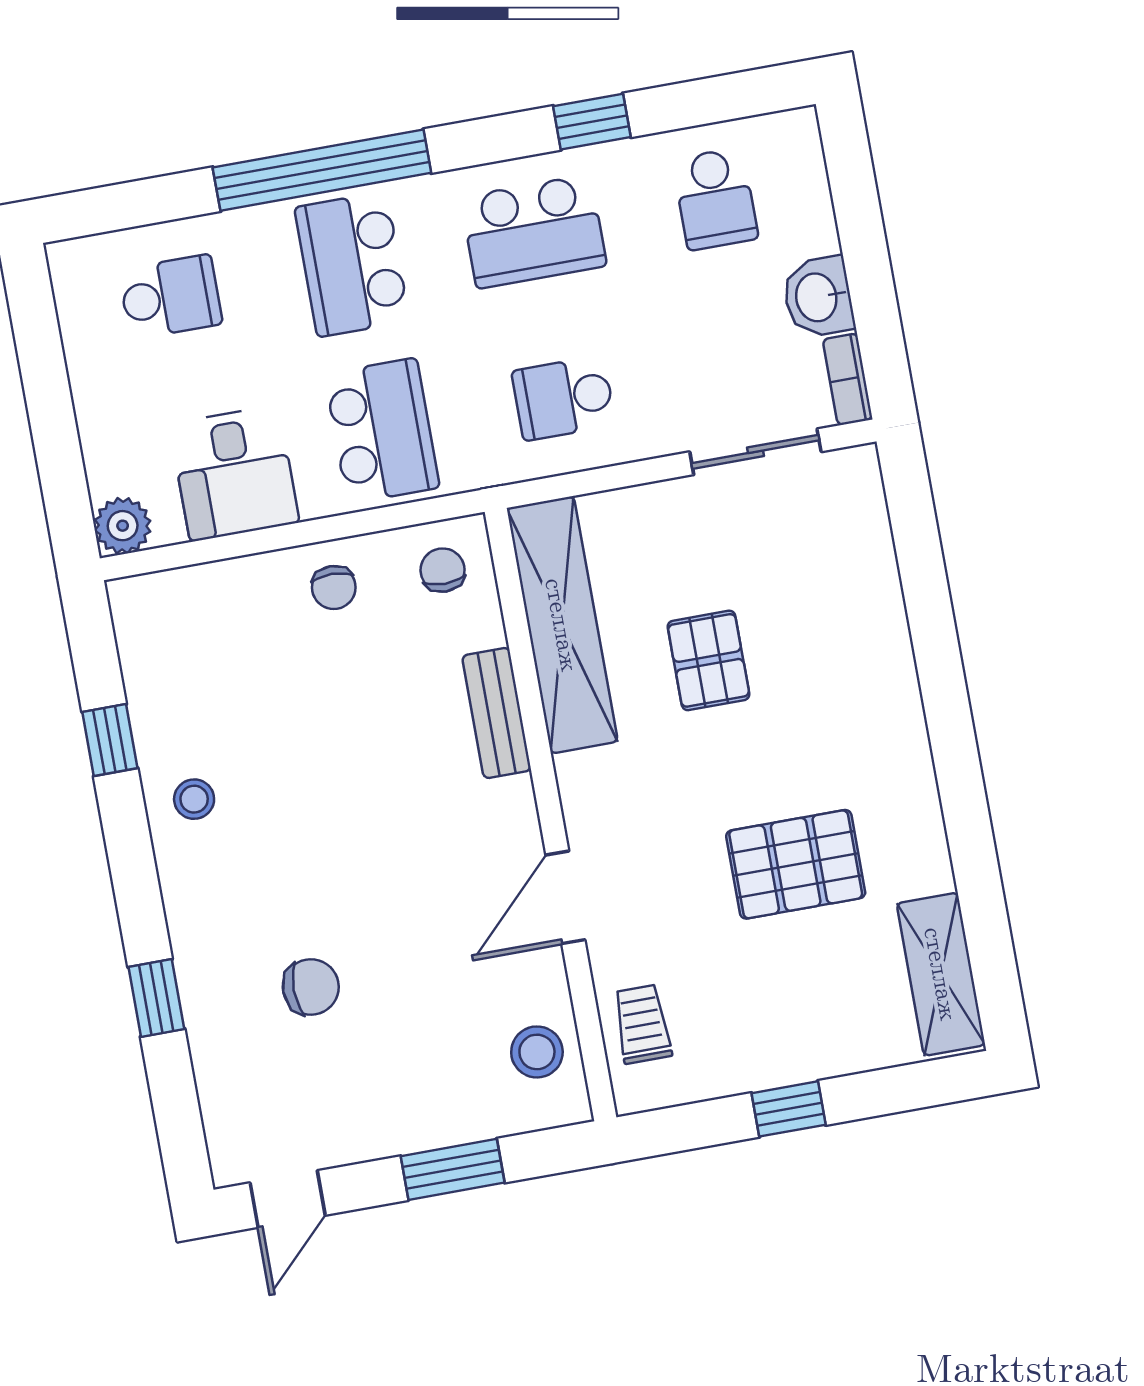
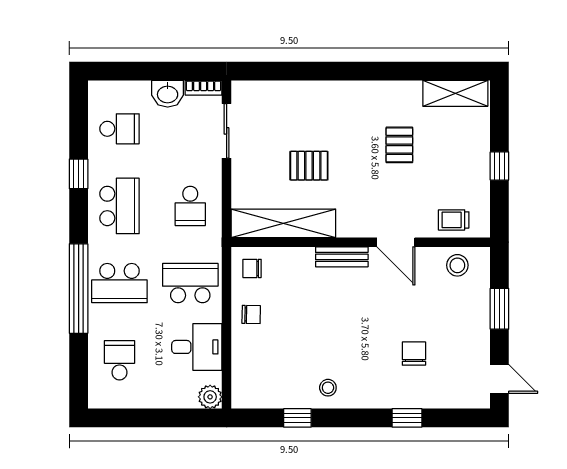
bench: (497, 713) -> (342, 257), moved
pallet: (796, 864) -> (399, 145), width x0.67, depth x0.71

